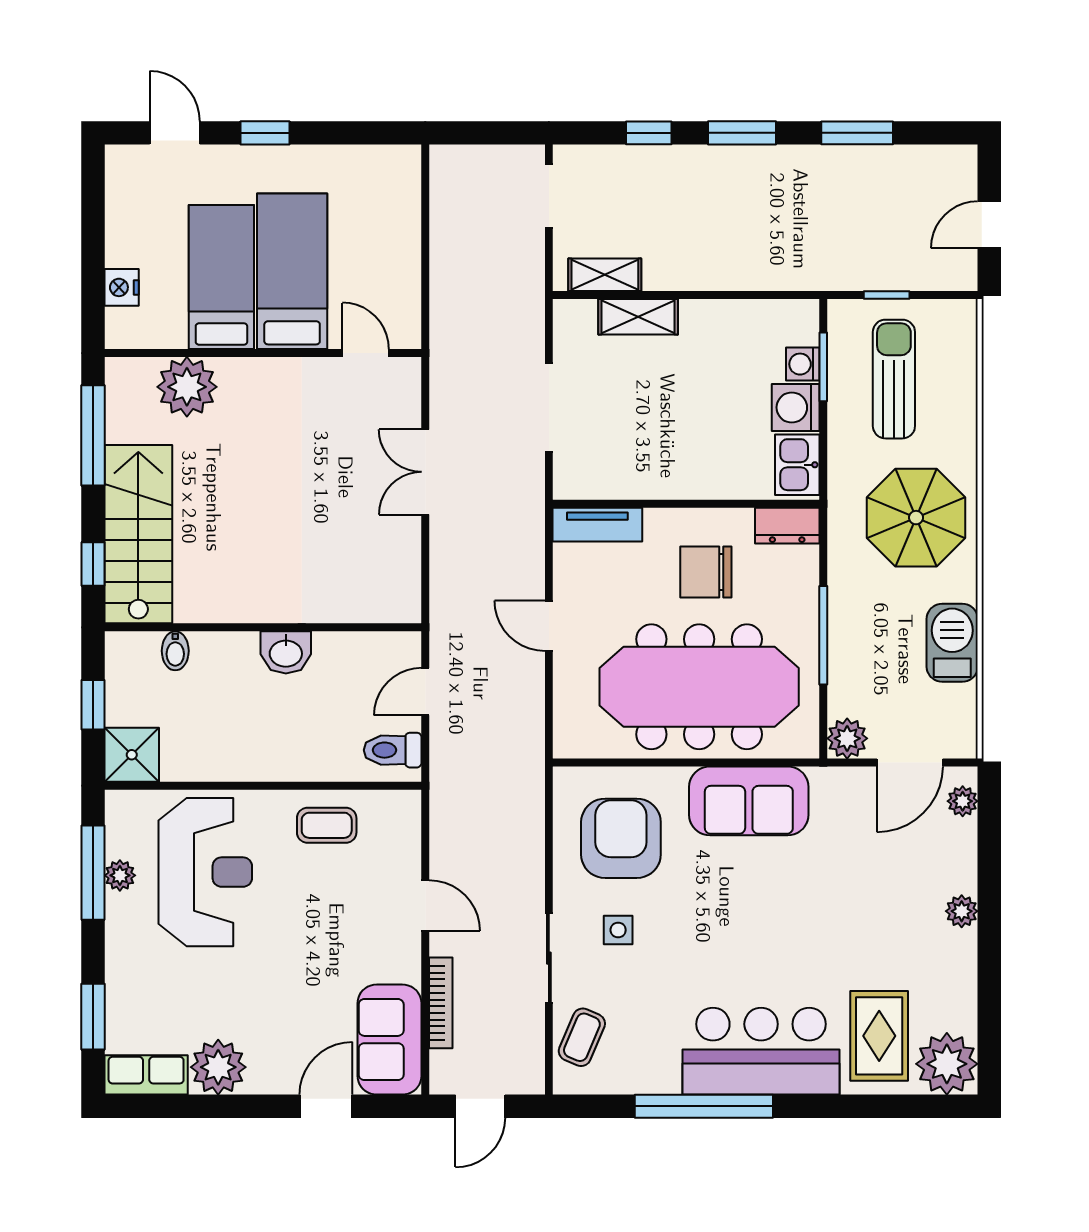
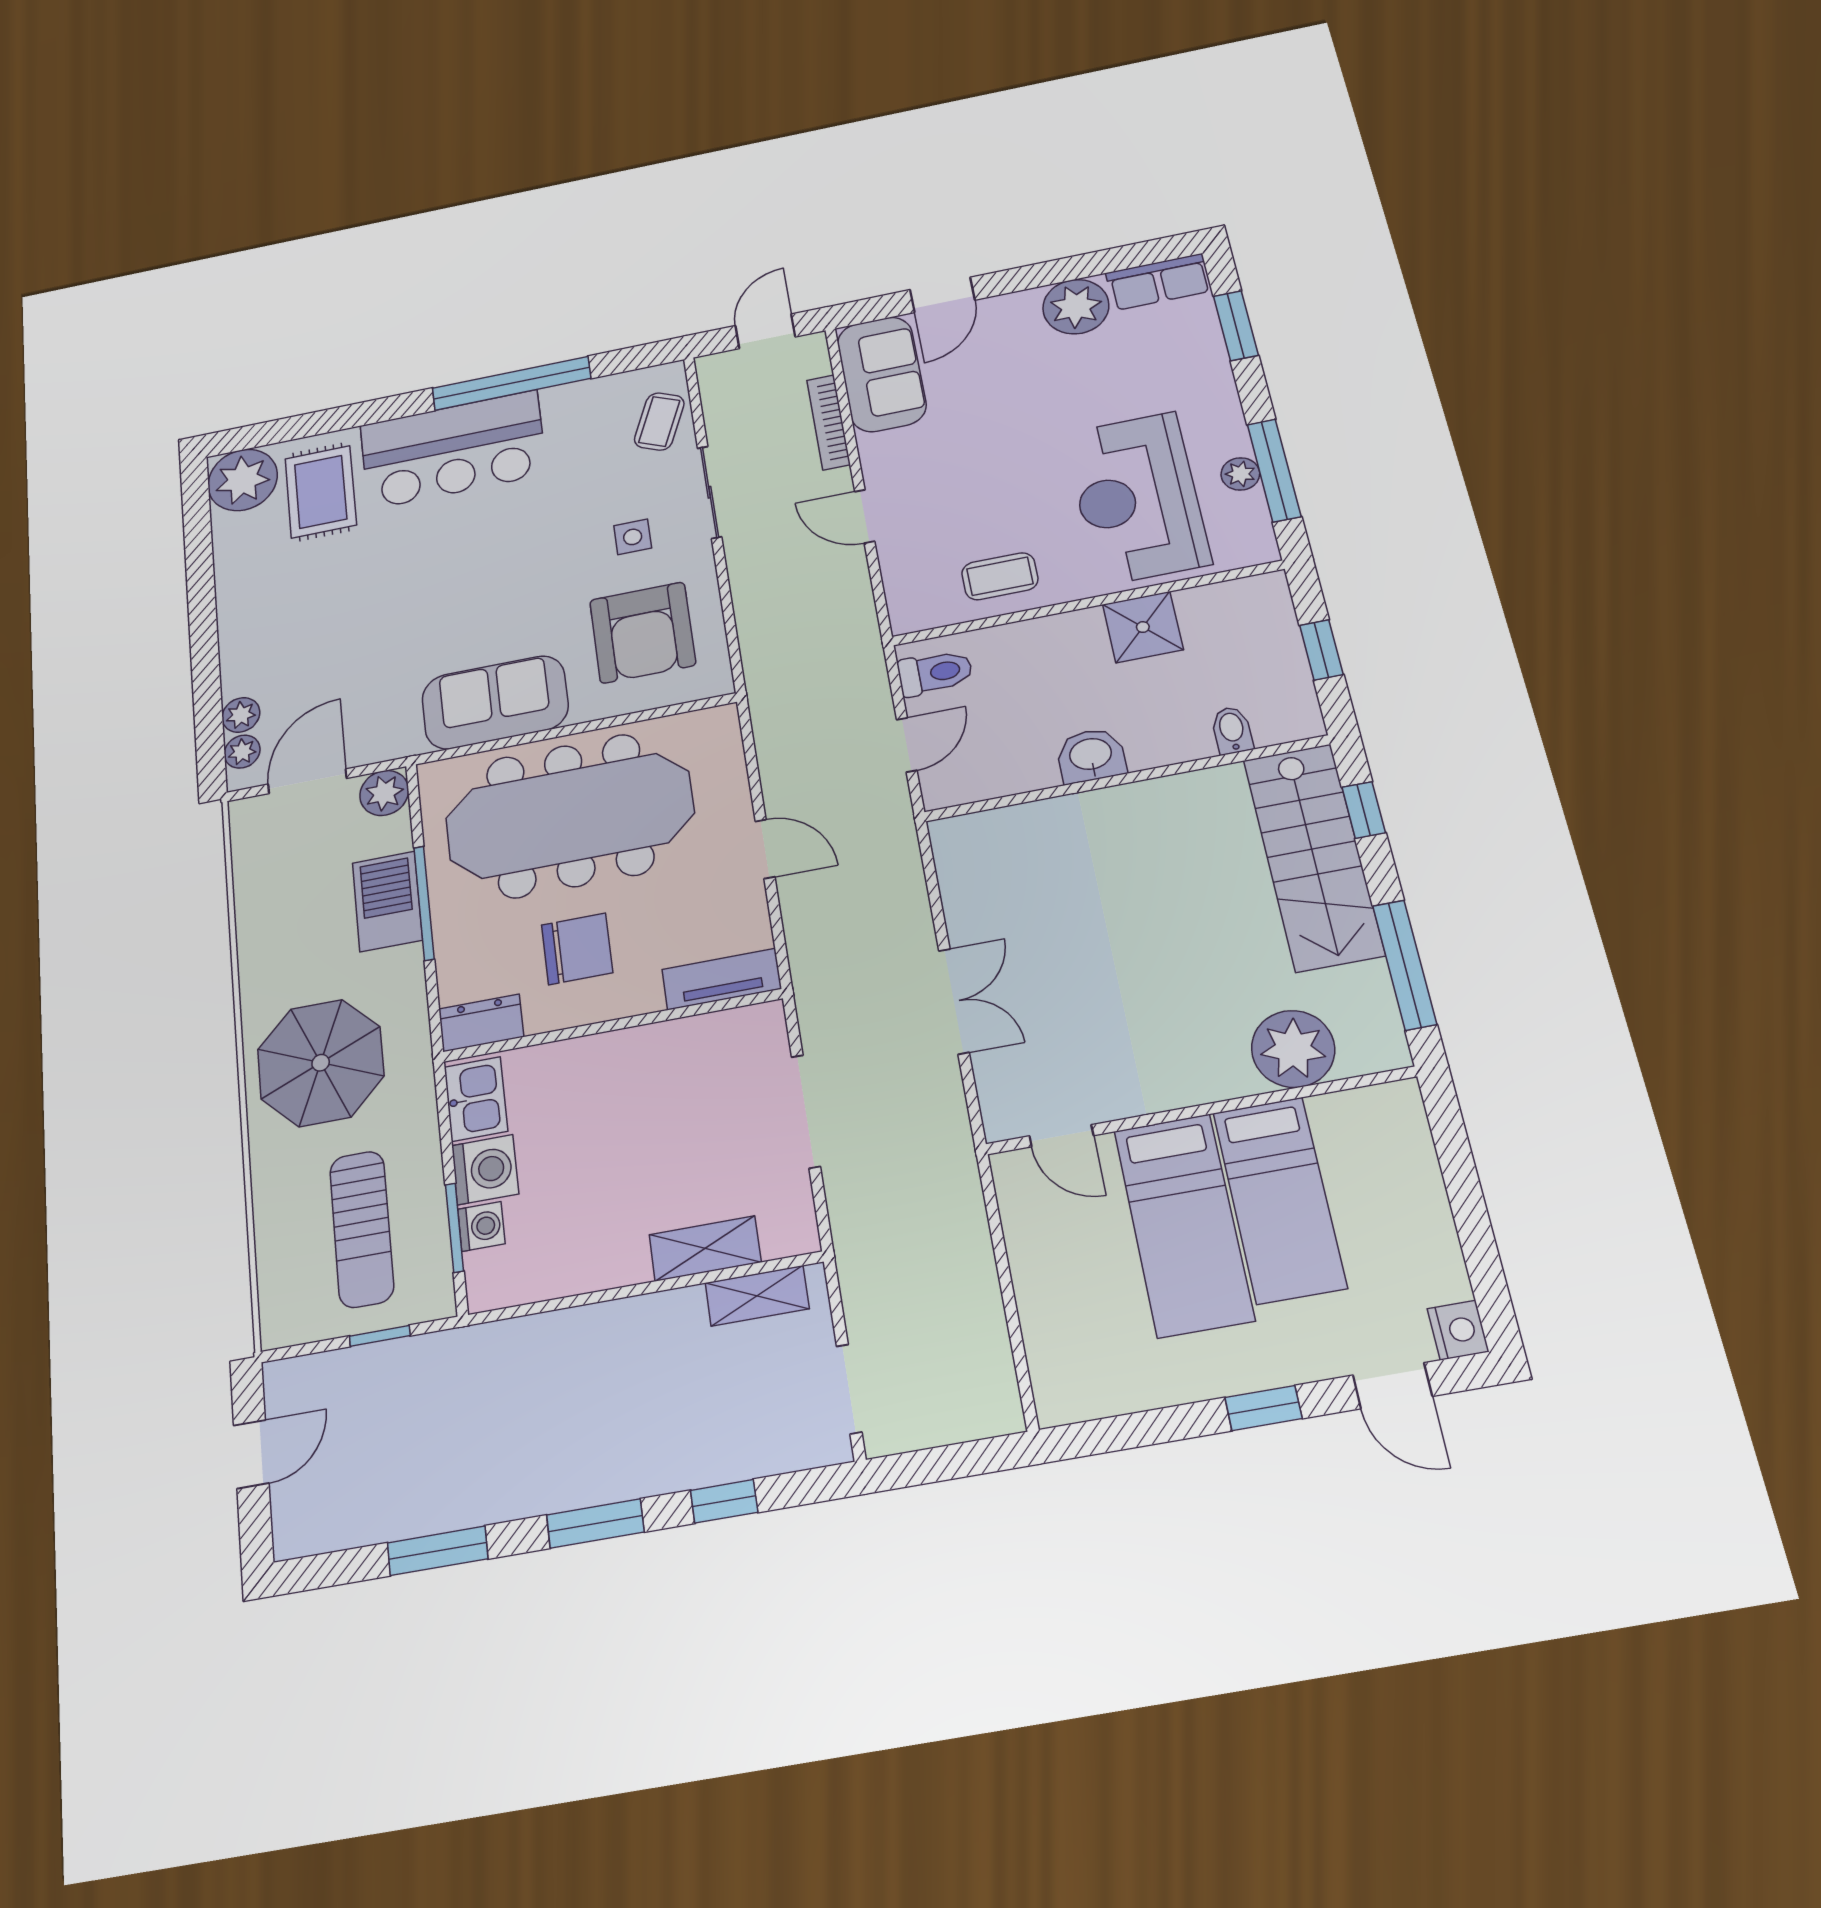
nightstand: (122, 287) -> (1458, 1330), moved
barbecue: (952, 643) -> (387, 901), moved, turned 180
shower: (132, 755) -> (1143, 627), moved
plant: (962, 911) -> (241, 715), moved

